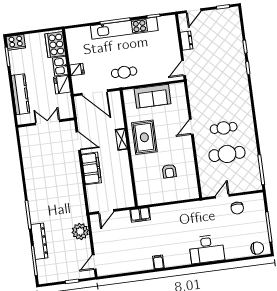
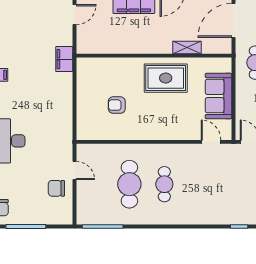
door: (191, 127) -> (211, 142), moved
shelving: (121, 139) -> (187, 47), moved
door: (106, 212) -> (74, 15), swing flipped

